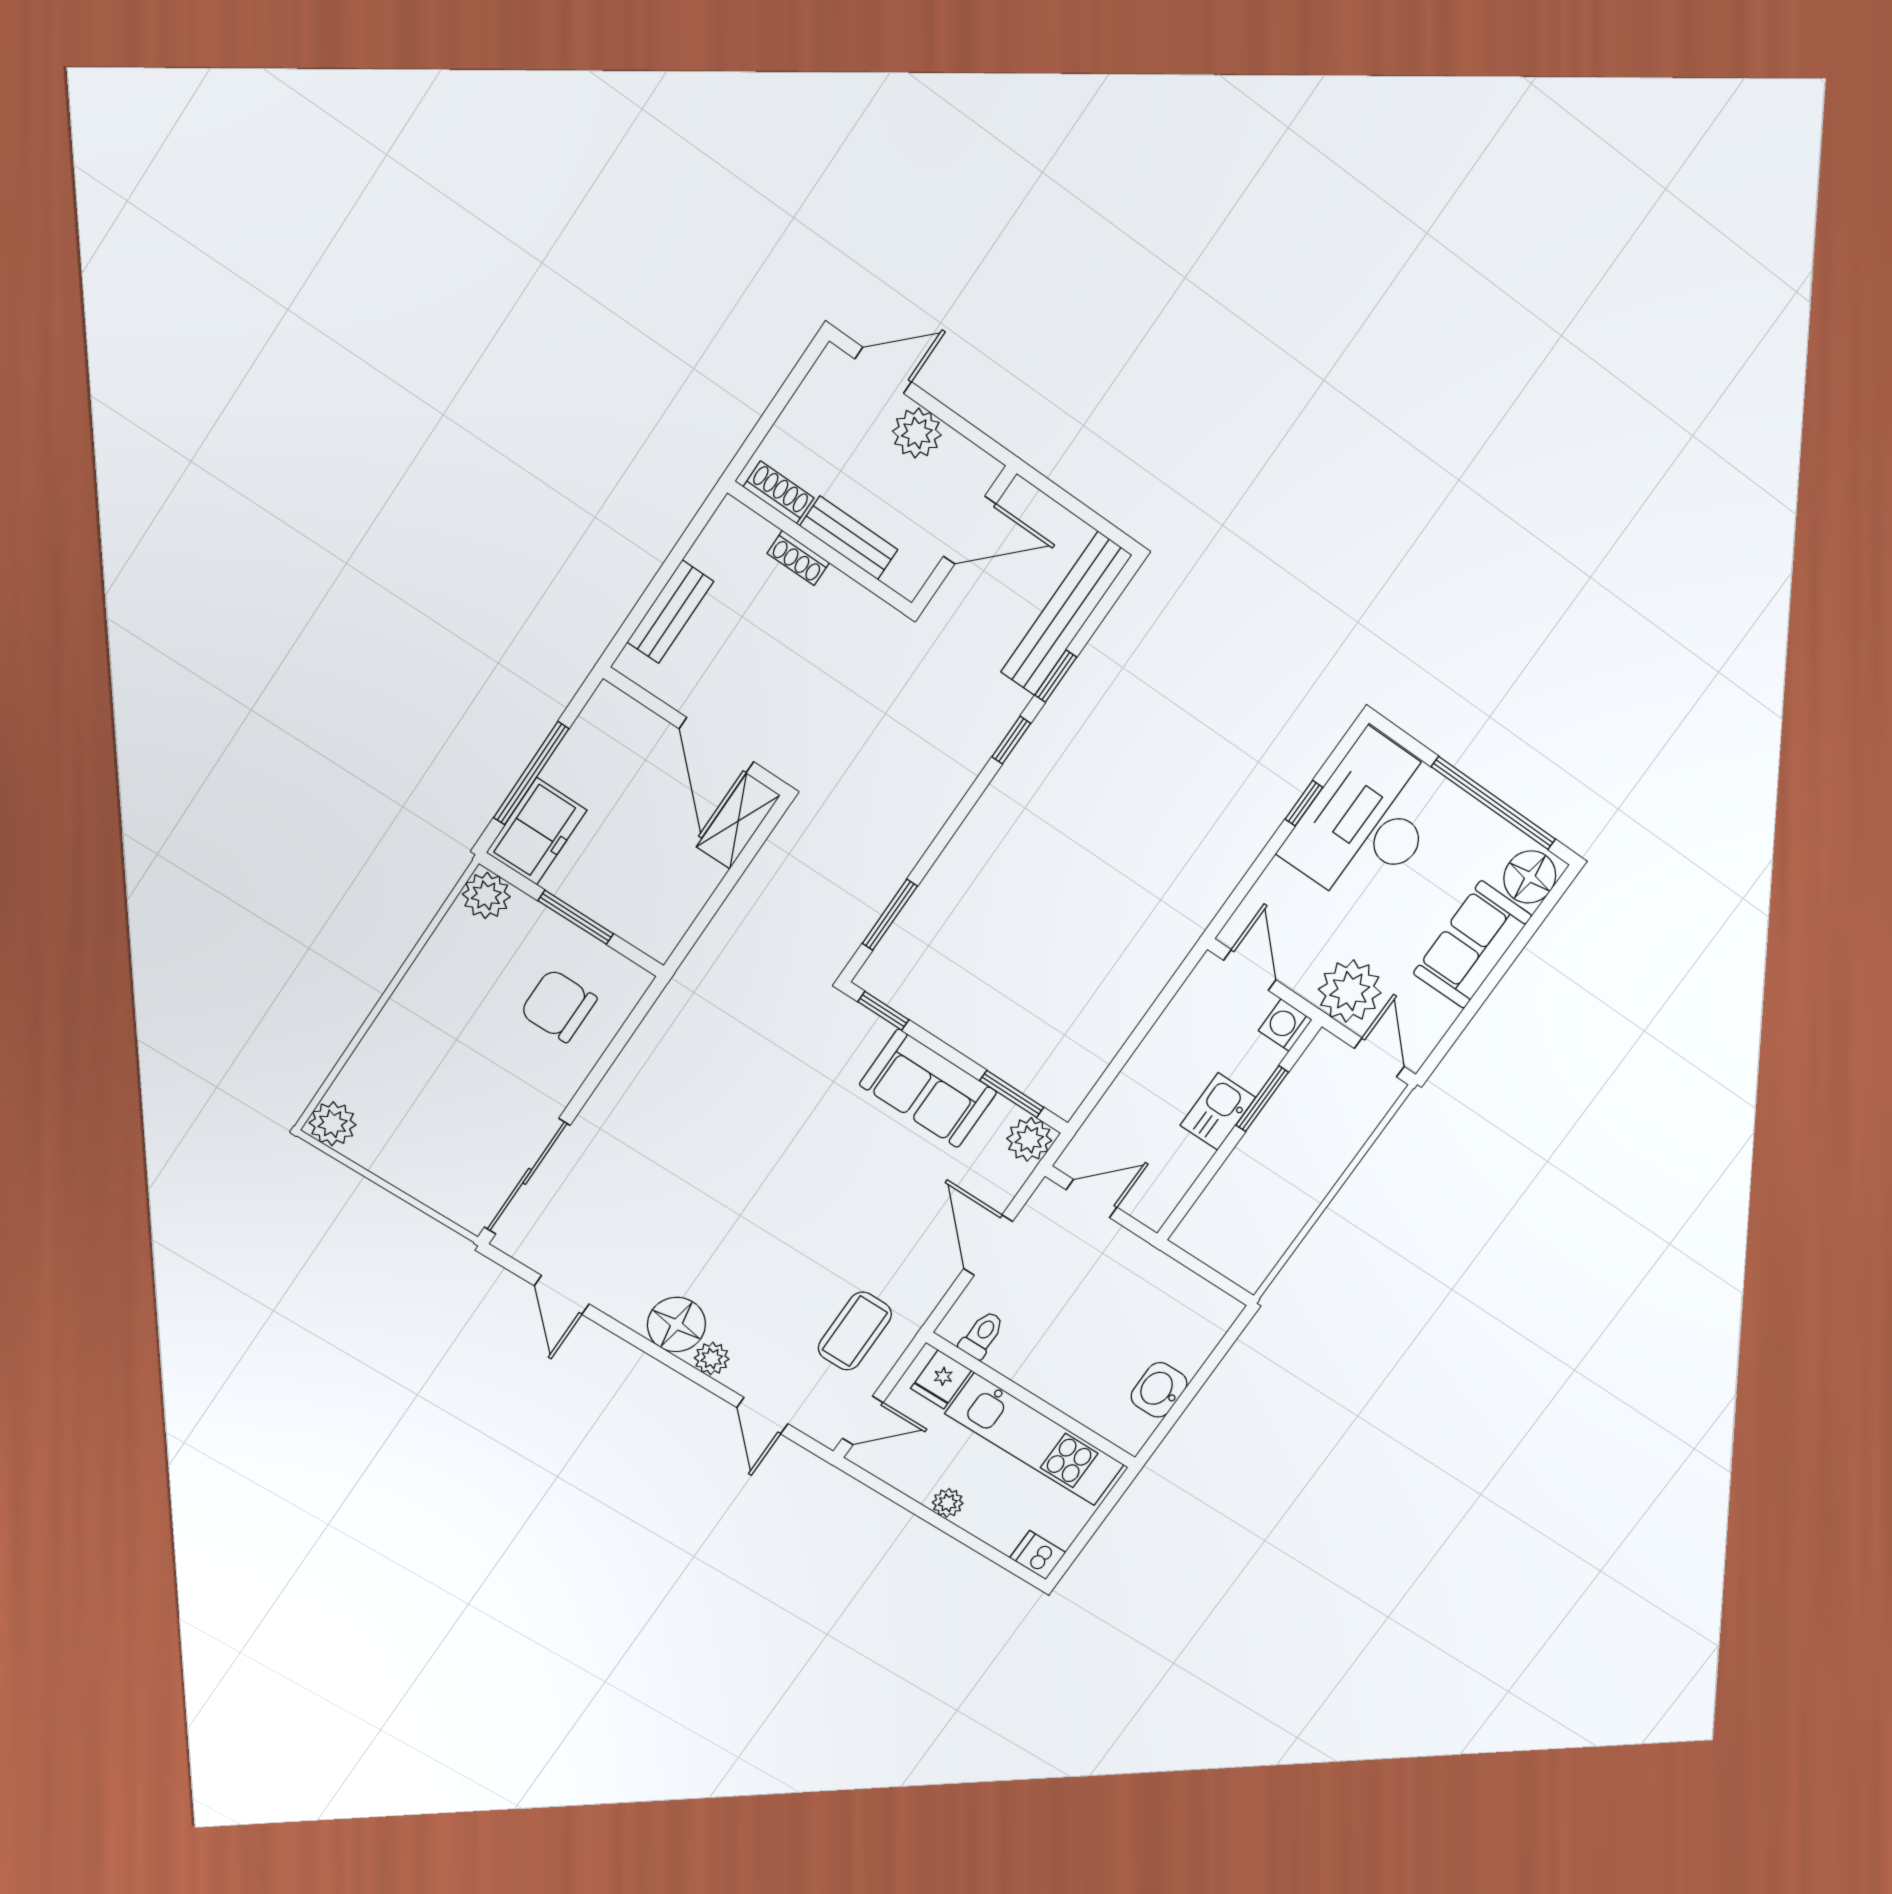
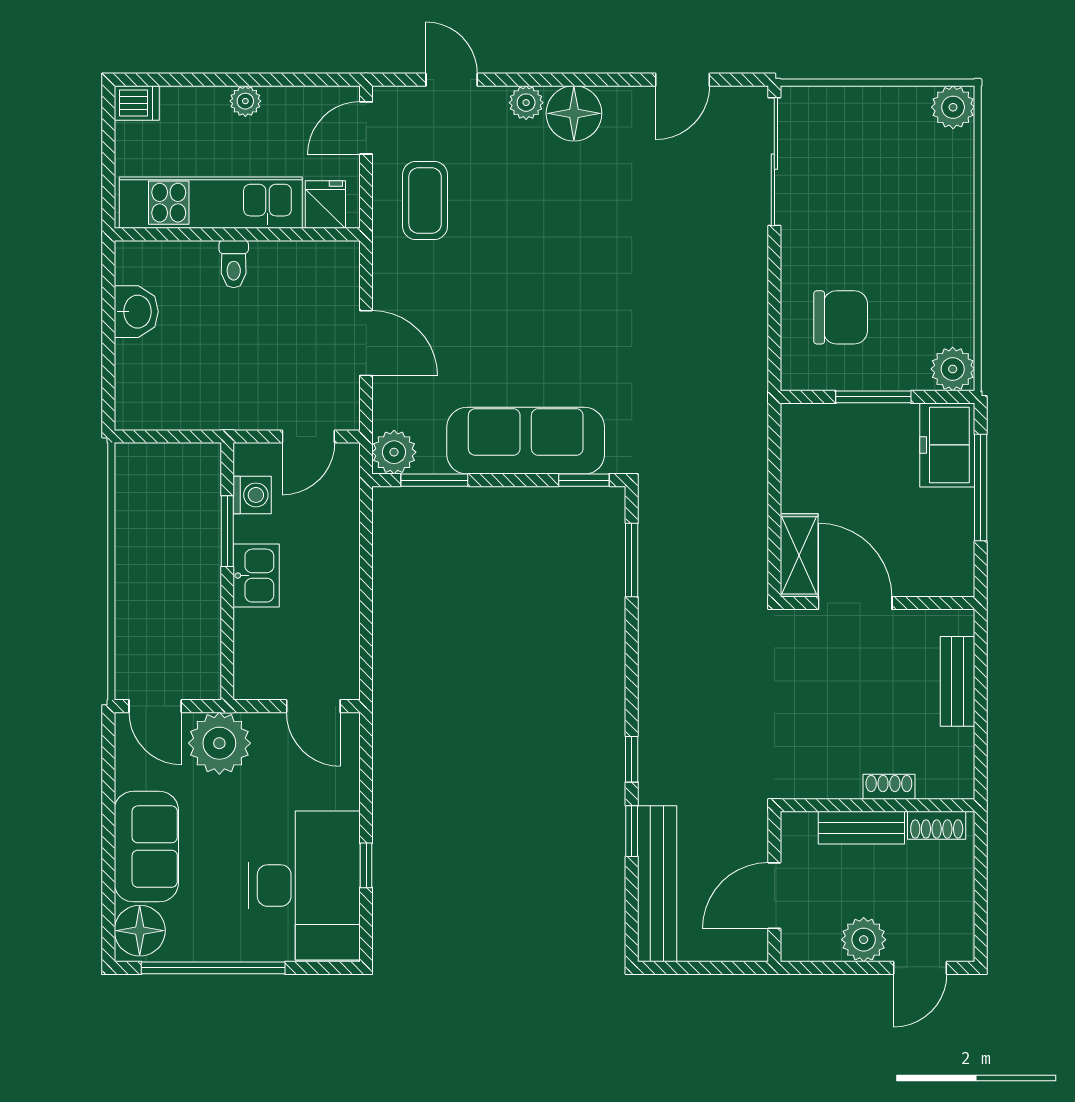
washing machine: (1285, 1025) -> (252, 495), moved
sofa: (928, 1088) -> (526, 441), width x1.36
window: (1262, 1099) -> (227, 531), moved
door: (562, 1295) -> (683, 80), swing flipped
toilet: (982, 1335) -> (234, 264), moved

